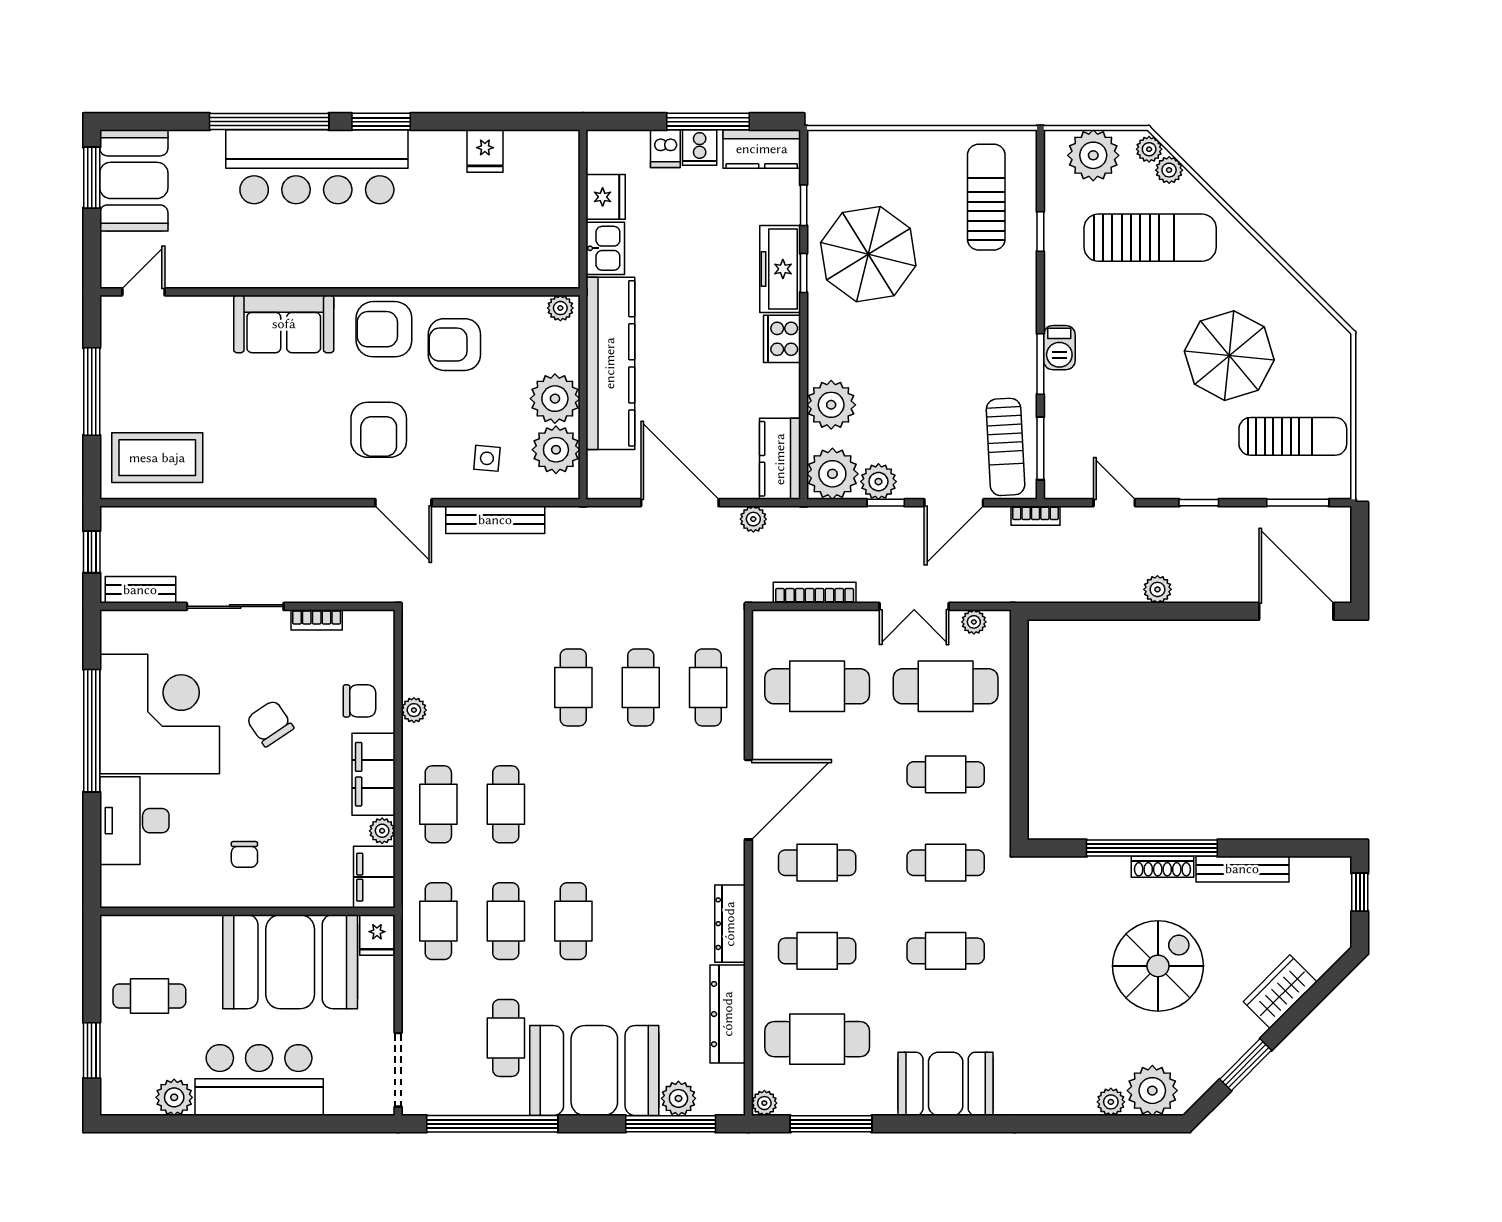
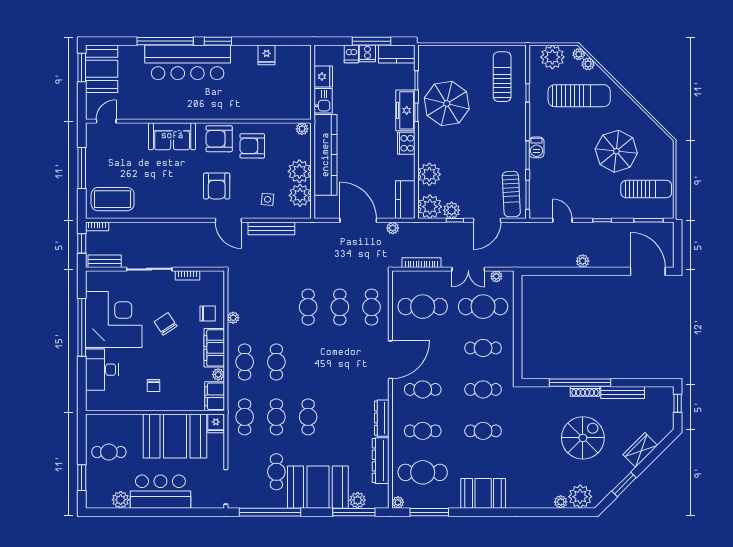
bookcase: (1036, 516) -> (97, 226), moved

